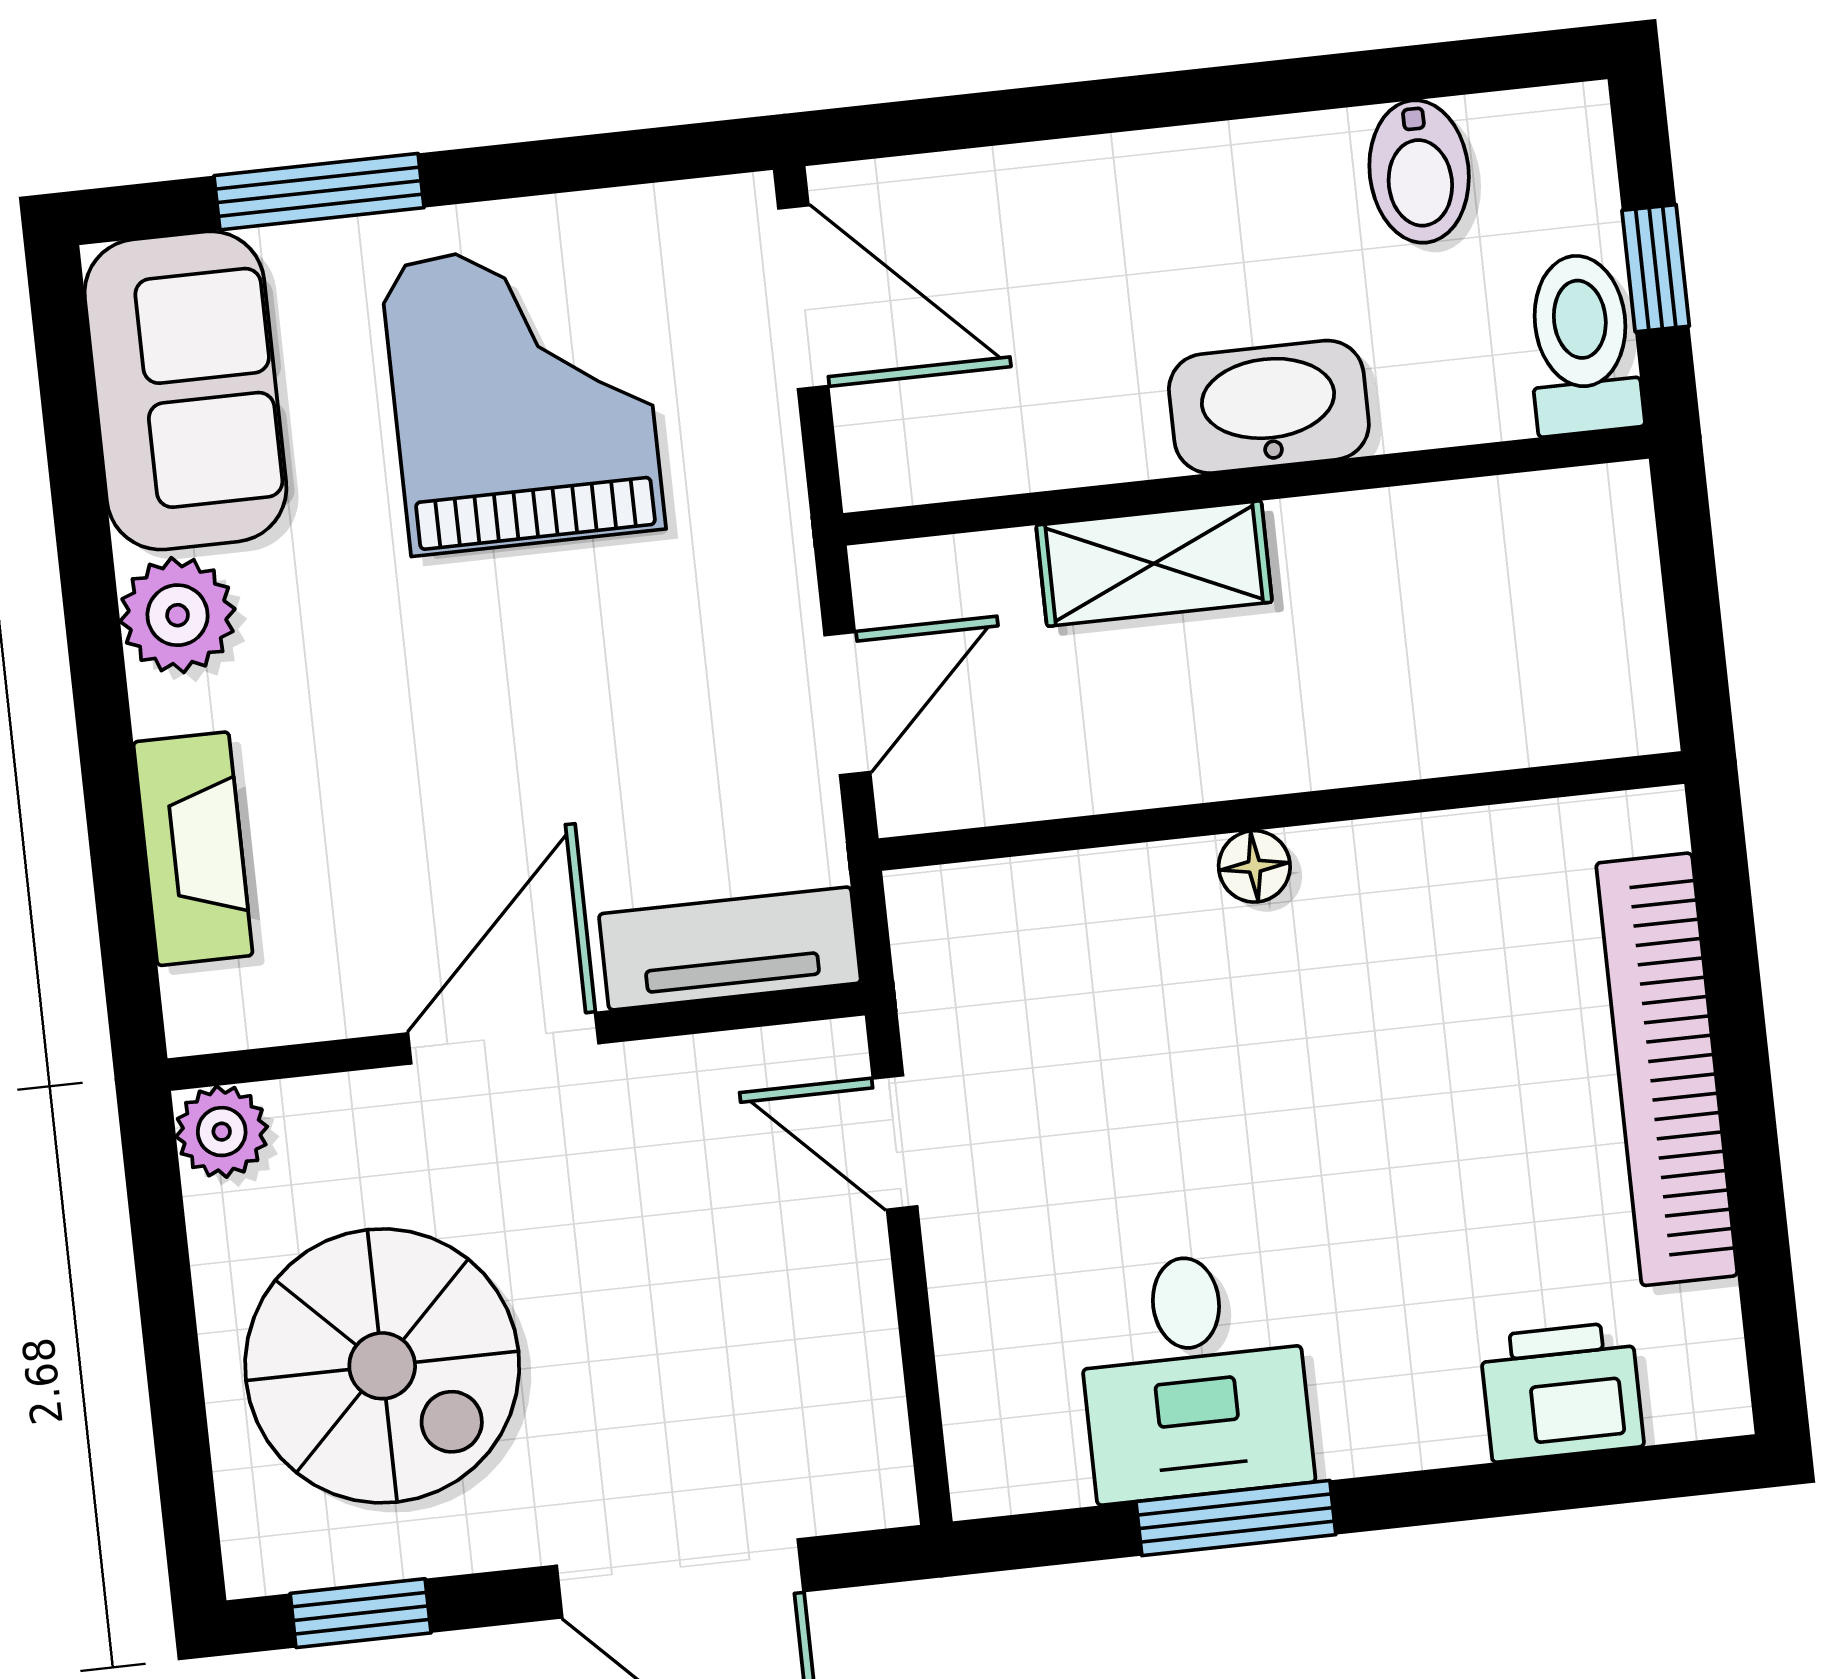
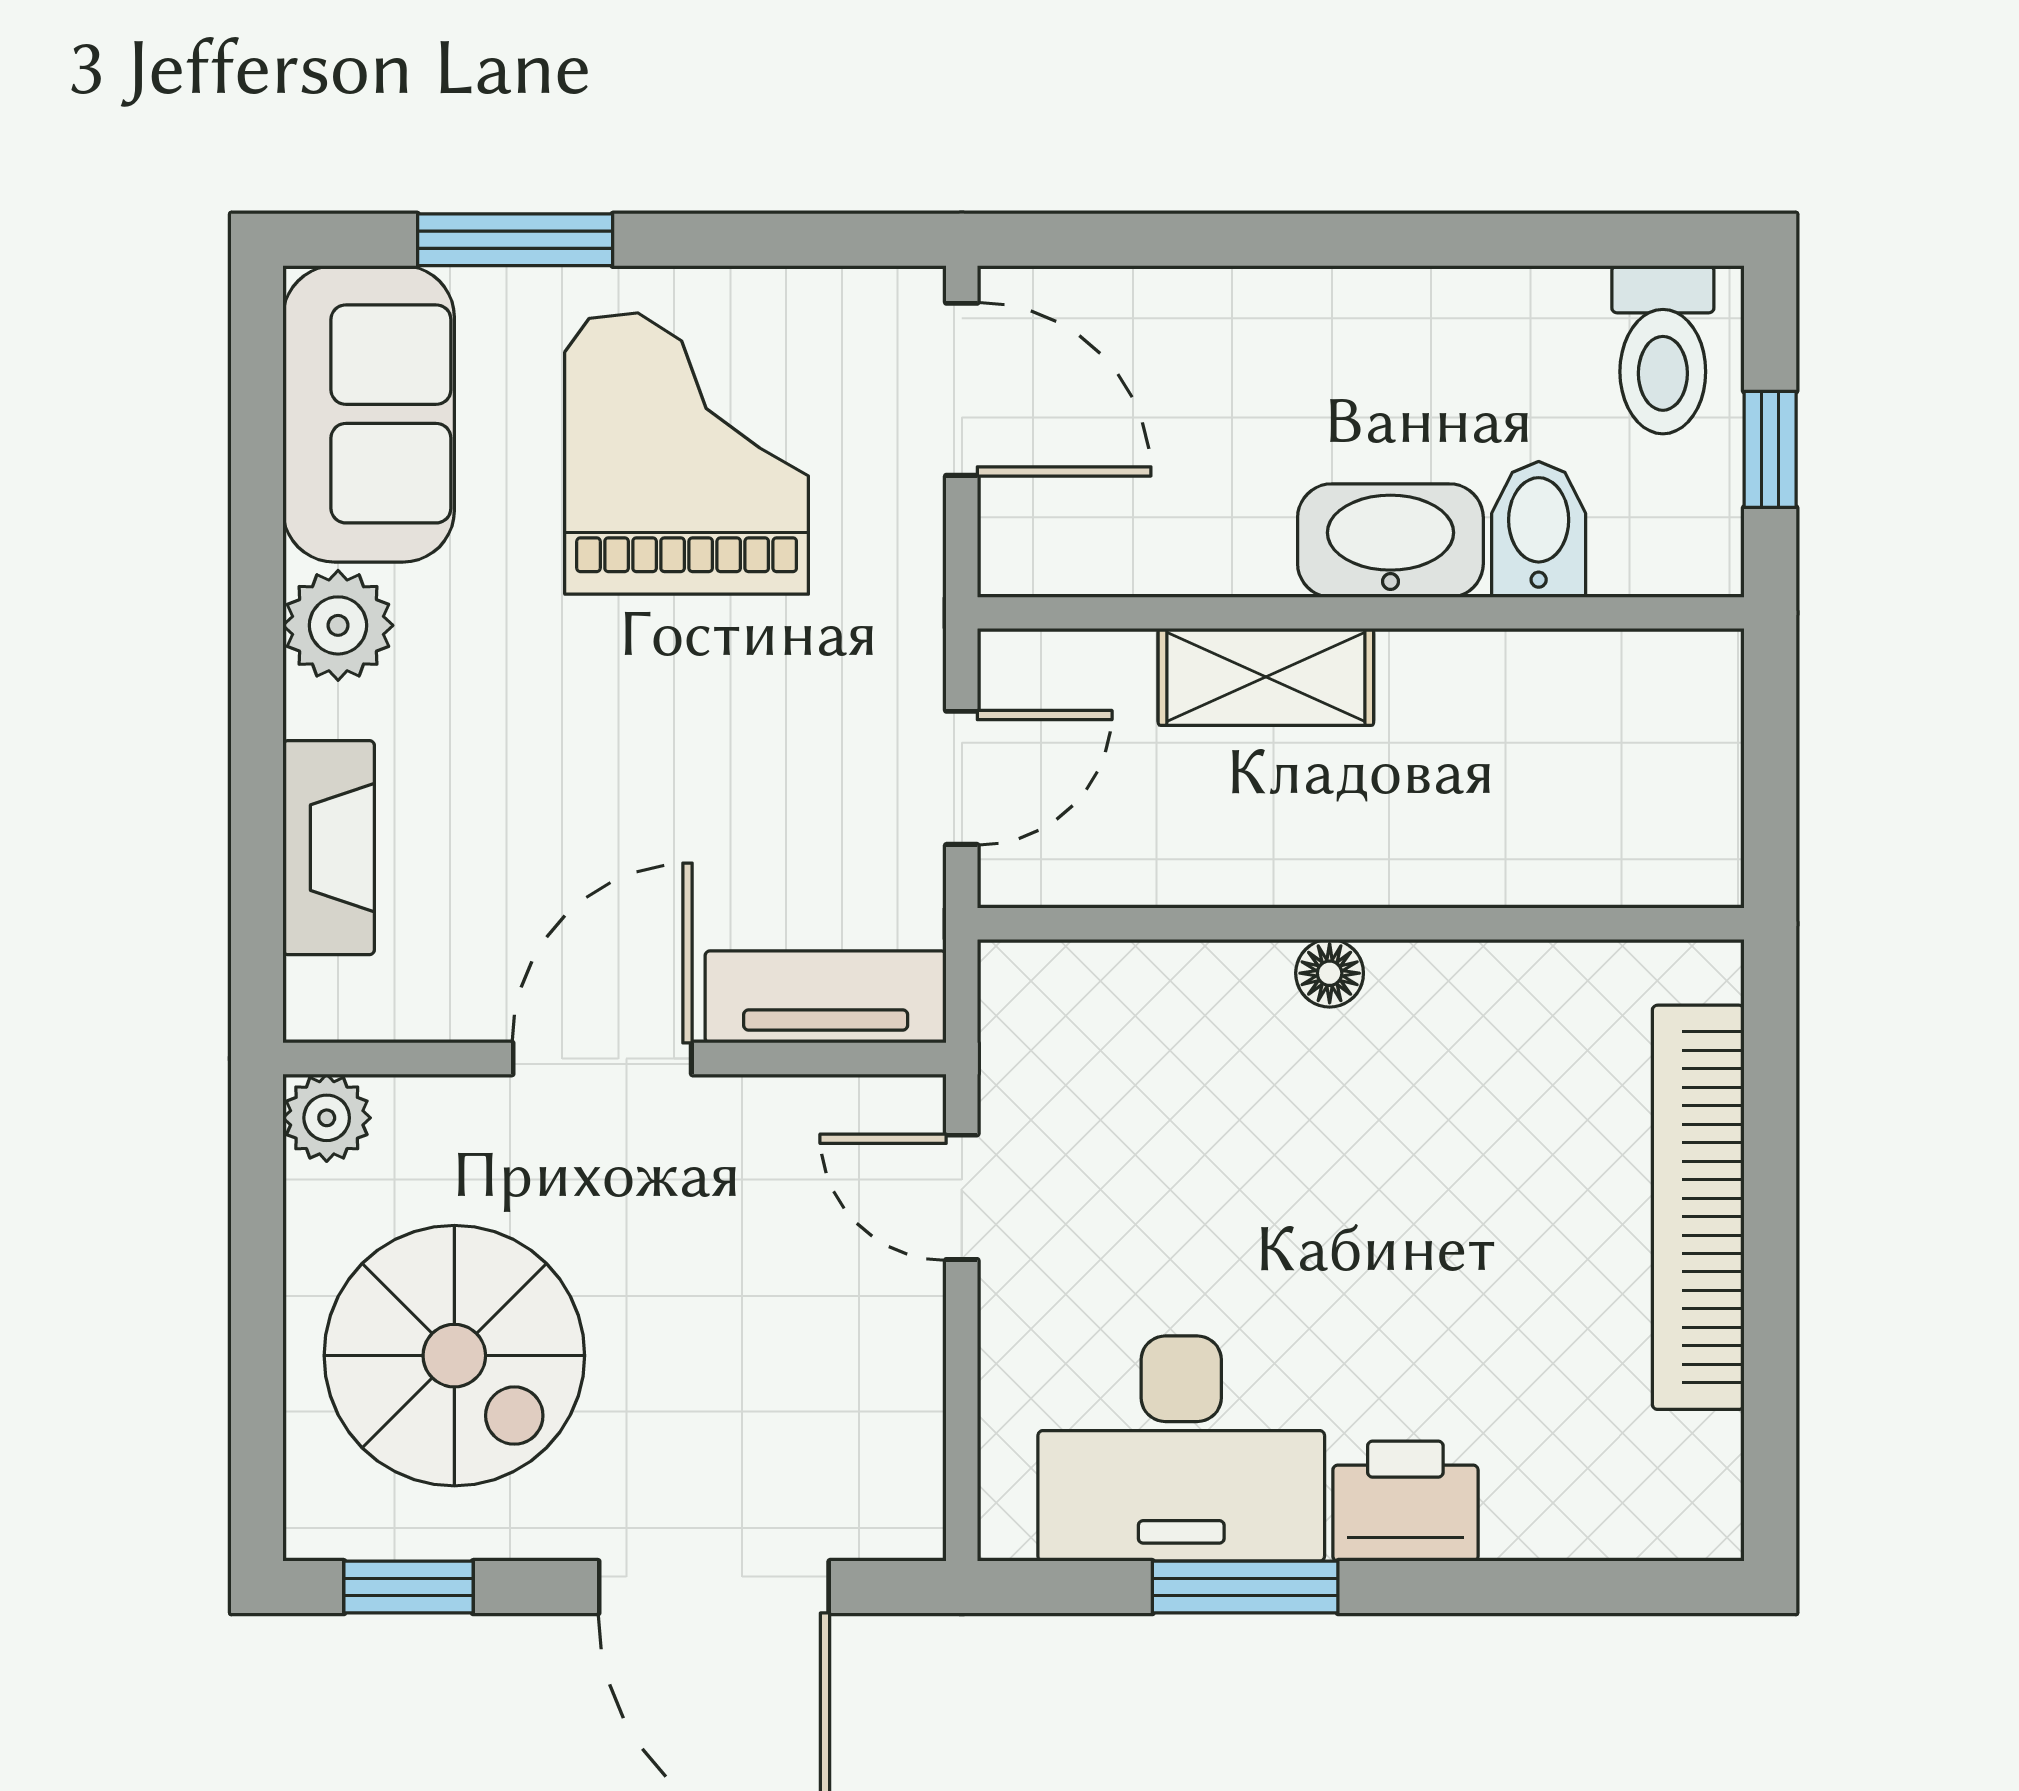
bidet: (1419, 172) -> (1539, 529), moved, turned 180
toilet: (1582, 344) -> (1663, 350), moved, turned 180
desk: (1194, 1376) -> (1181, 1449), width x1.37
printer: (1562, 1392) -> (1405, 1501), moved

